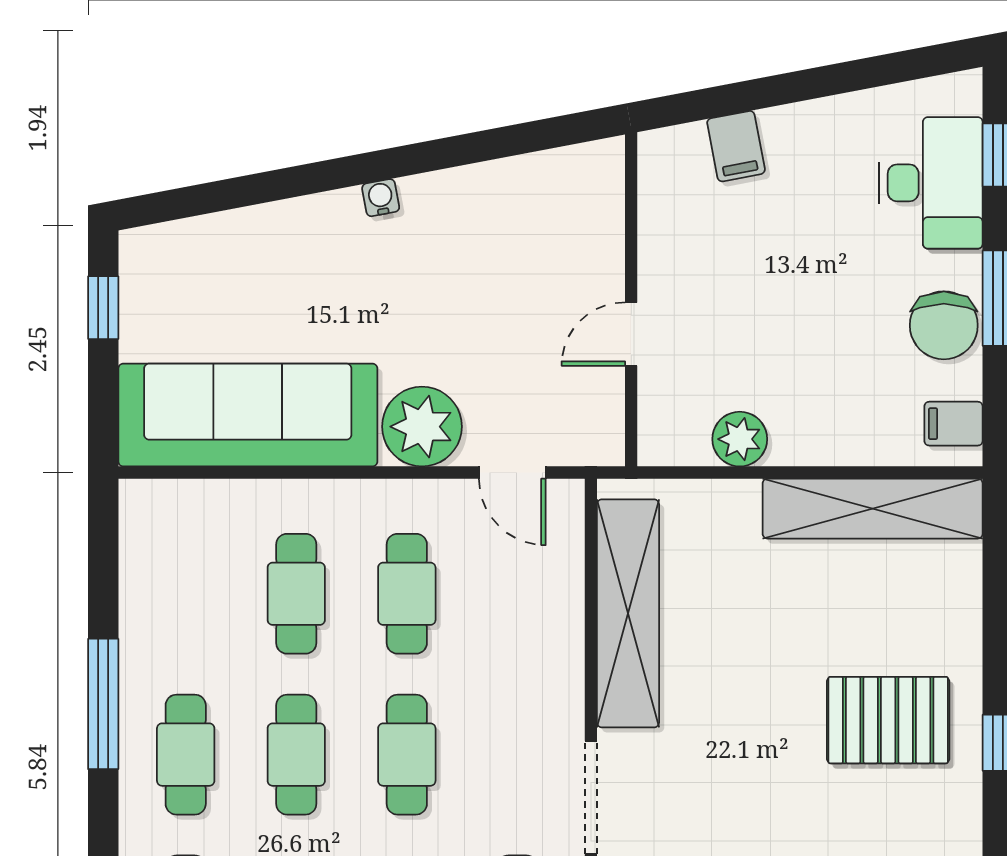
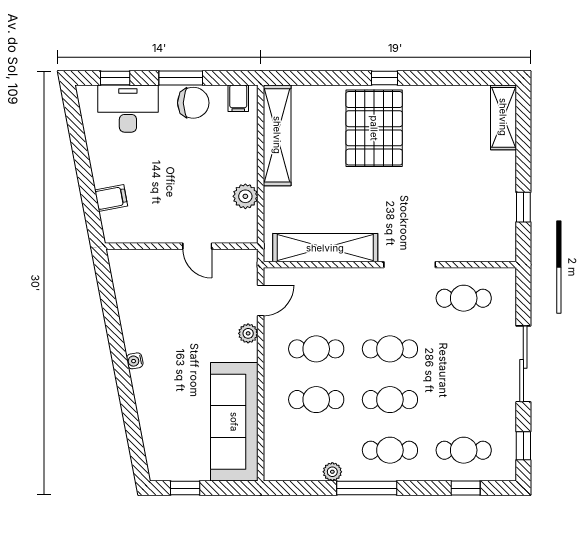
plant: (422, 427) -> (248, 333), width x0.53, depth x0.53
plant: (139, 629) -> (332, 472), added
pallet: (888, 720) -> (374, 128), width x1.37, depth x1.41

